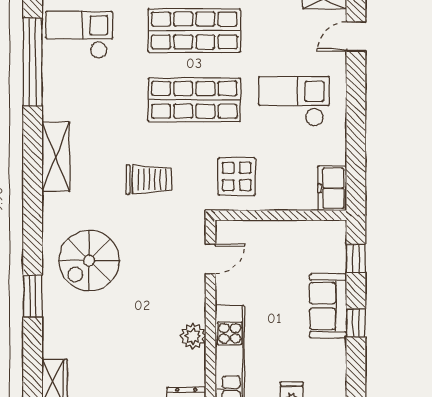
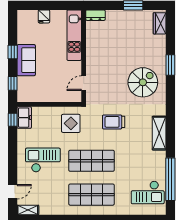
checkout: (294, 101) -> (43, 160), turned 180
window: (356, 184) -> (13, 120), added
plant: (193, 336) -> (92, 45), removed

